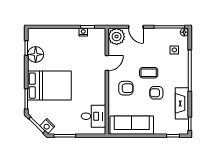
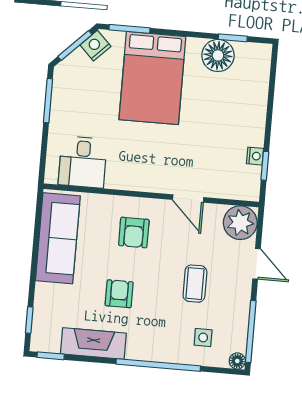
door: (136, 27) -> (257, 264), swing flipped
coffee table: (149, 73) -> (195, 284), moved
nightstand: (47, 126) -> (95, 46), moved

